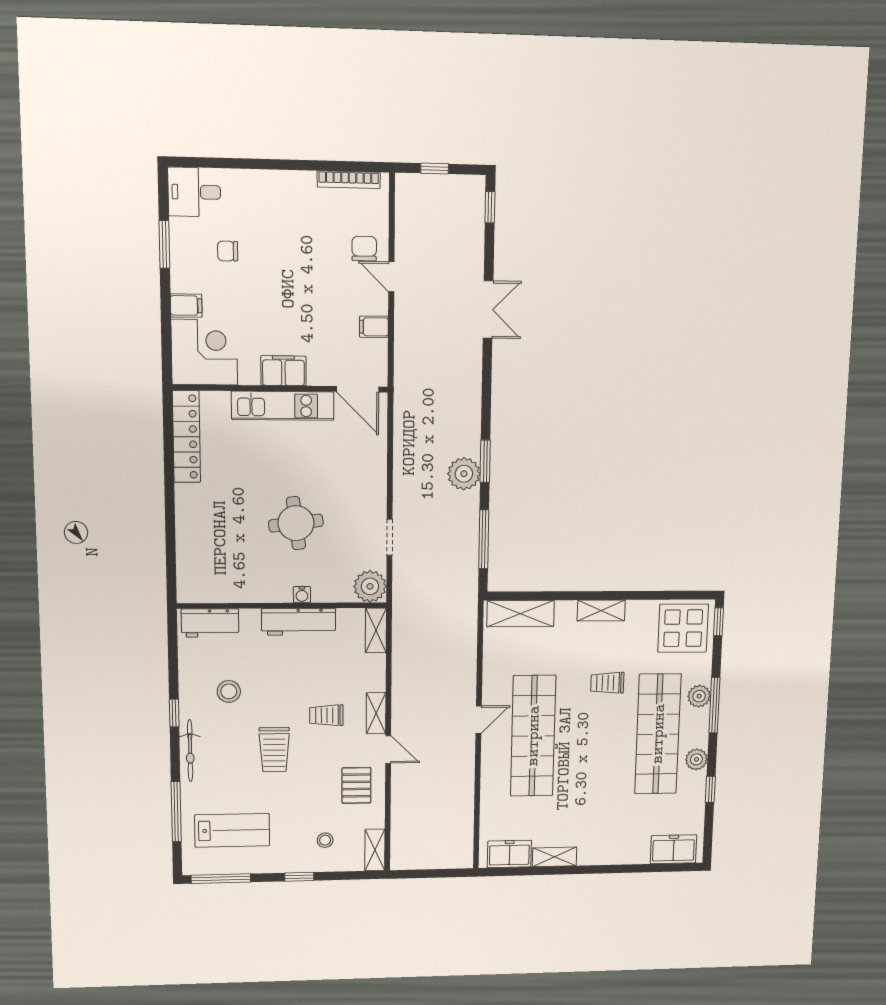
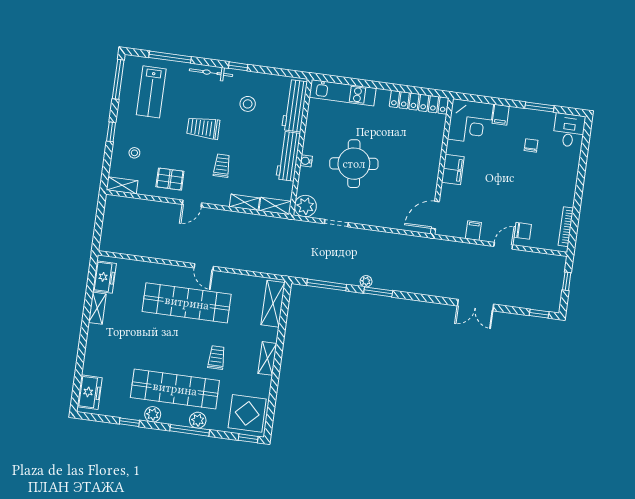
kitchen unit: (283, 406) -> (343, 93), moved, turned -90
plant: (464, 474) -> (366, 281), width x0.53, depth x0.53
round table: (296, 523) -> (354, 164), width x1.36, depth x1.36
workbench: (210, 623) -> (295, 106), width x1.38
shelving: (376, 713) -> (244, 202), moved

